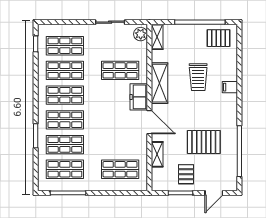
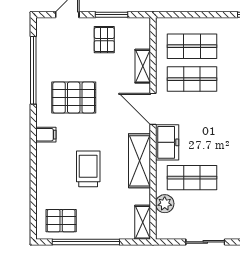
plant: (141, 34) -> (165, 204), moved
filing cabinet: (230, 87) -> (46, 135), moved
pallet: (204, 142) -> (74, 98), moved
shop shelf: (120, 145) -> (192, 79), added

